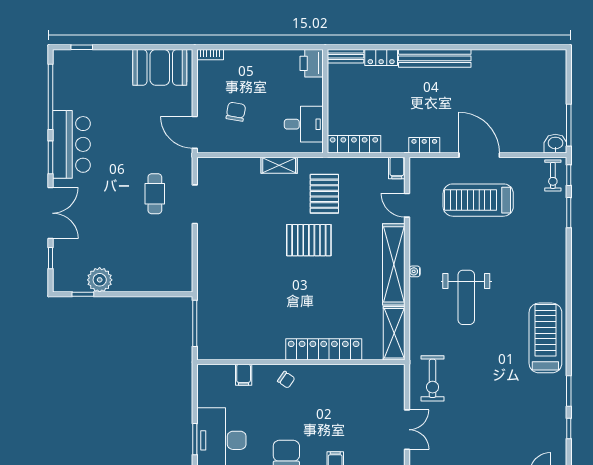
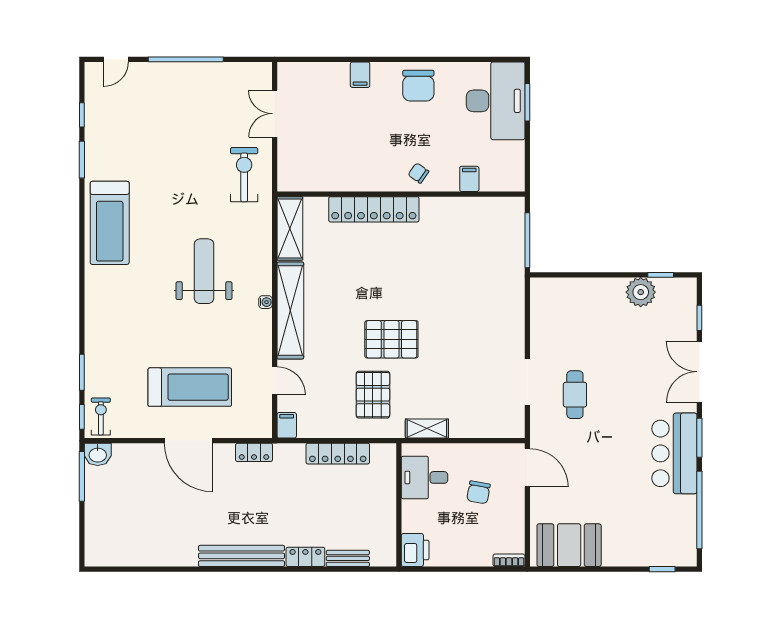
printer: (312, 63) -> (415, 550), moved
wall: (325, 101) -> (399, 505), moved
desk: (304, 124) -> (424, 477), moved

